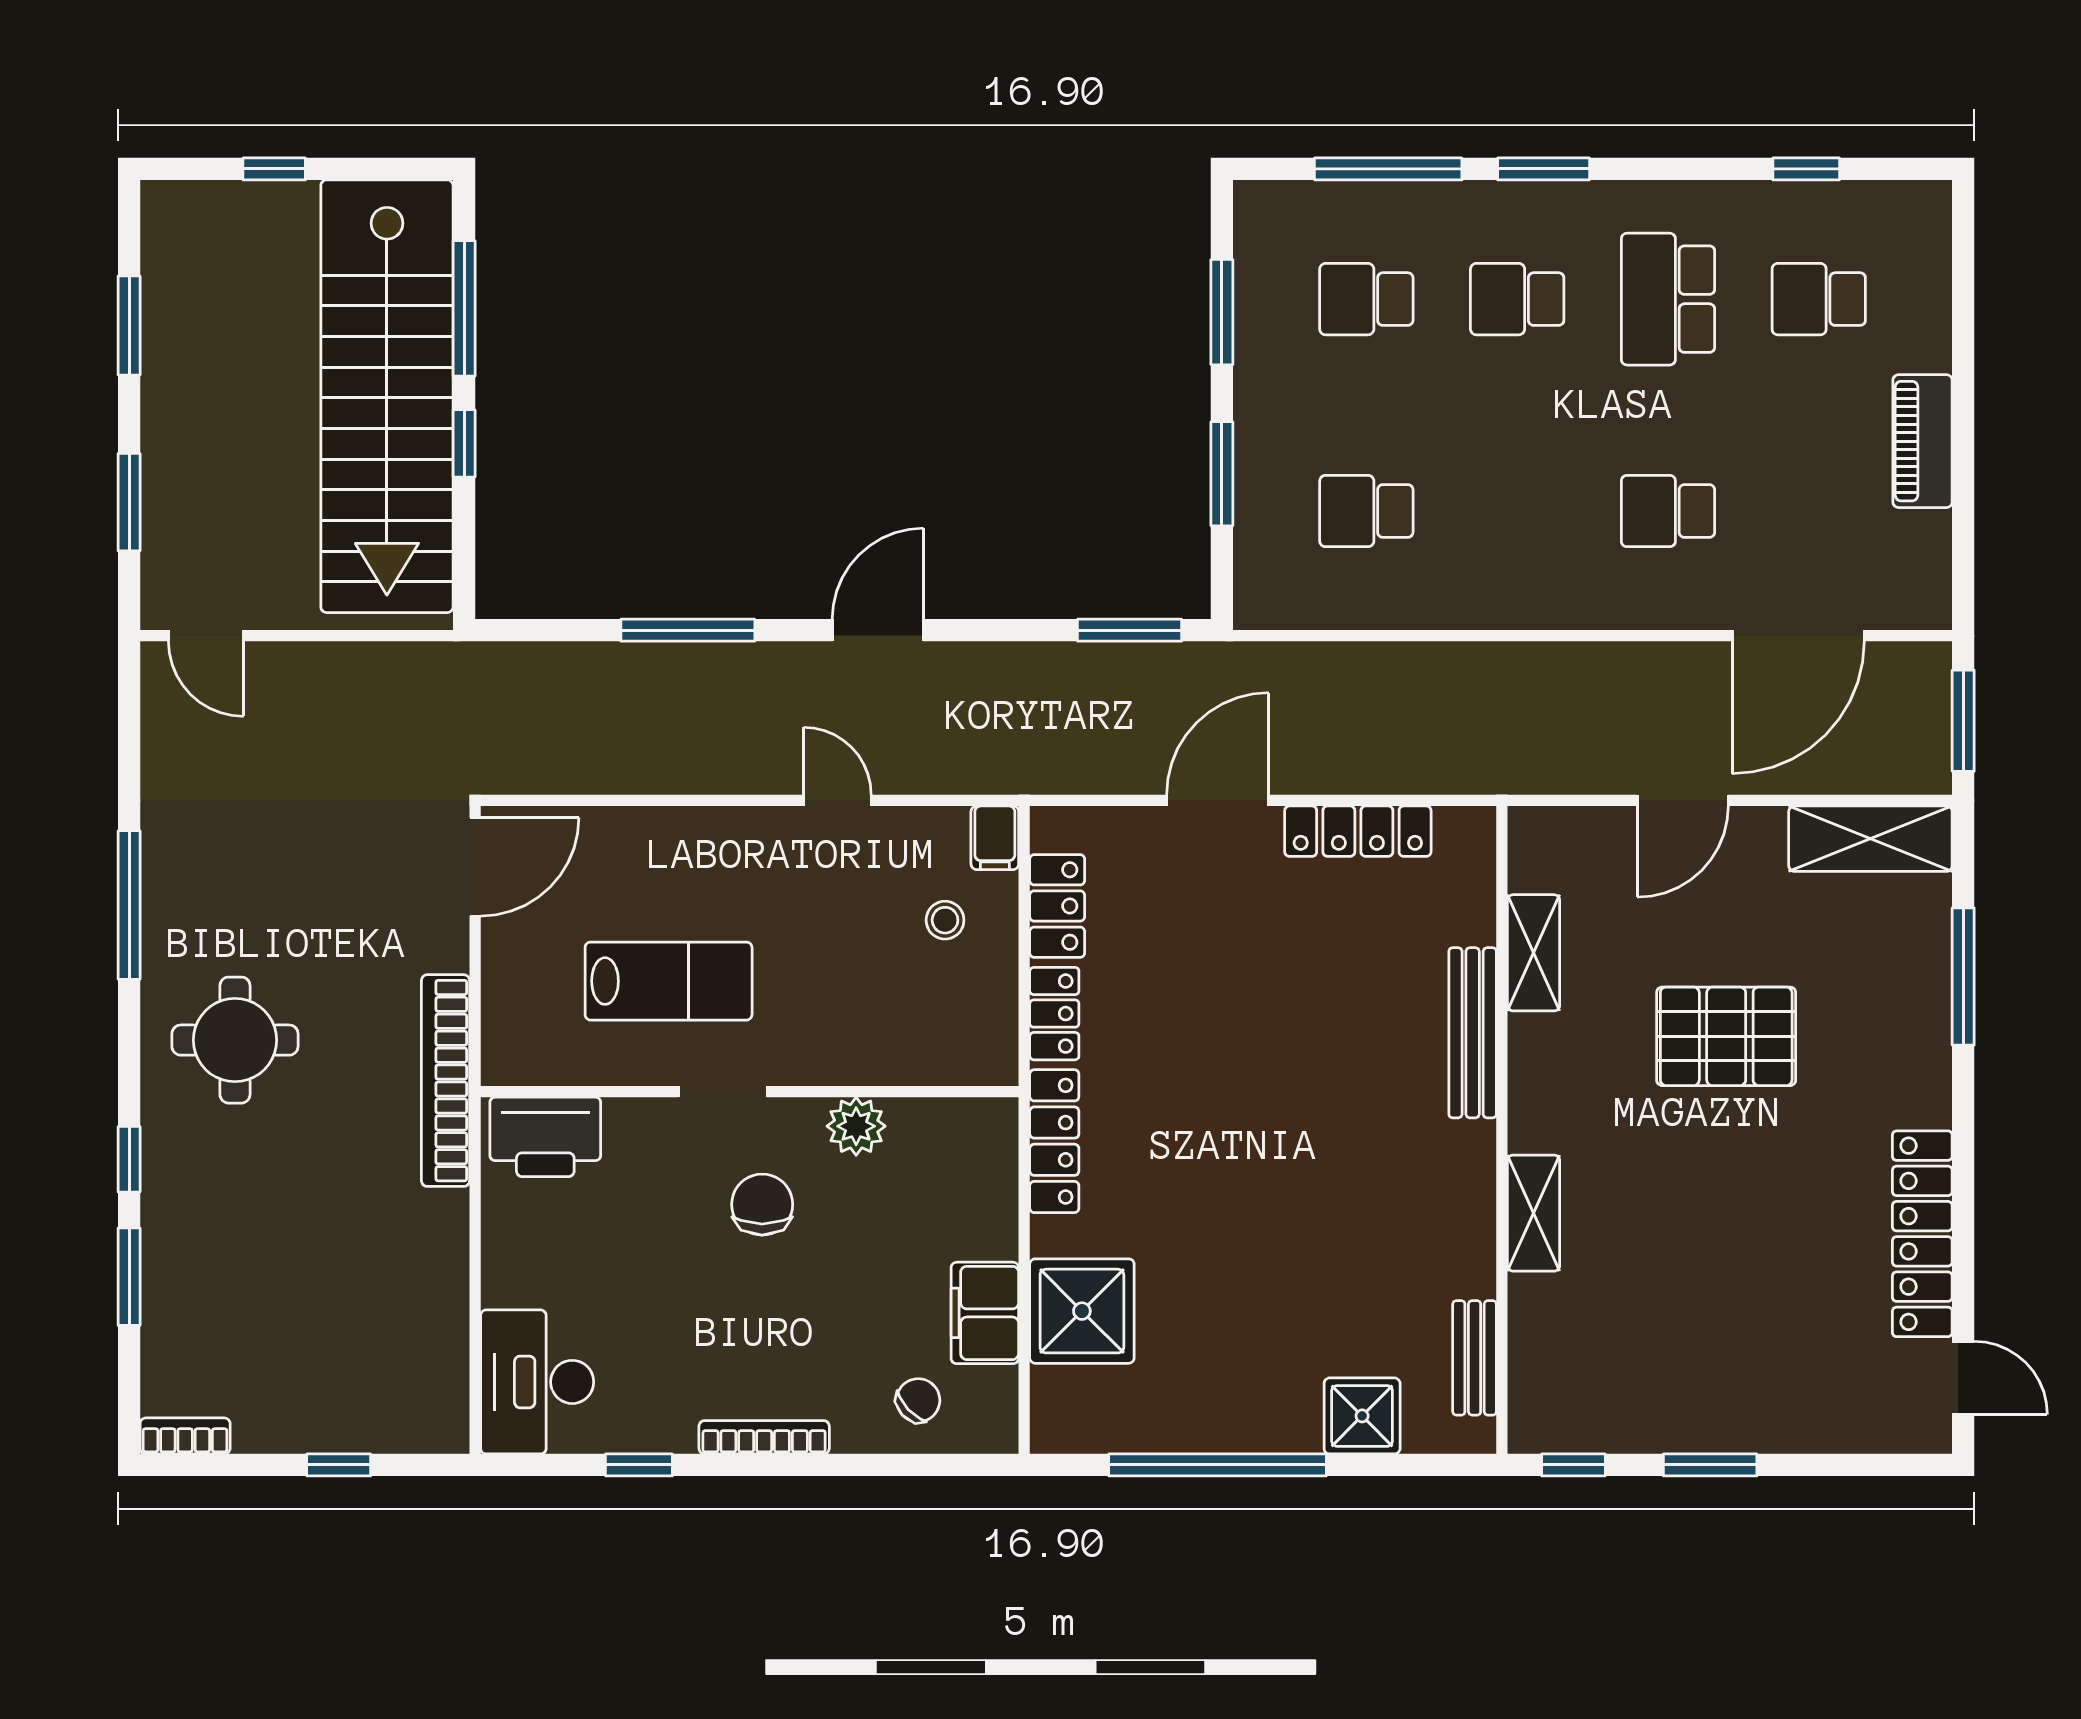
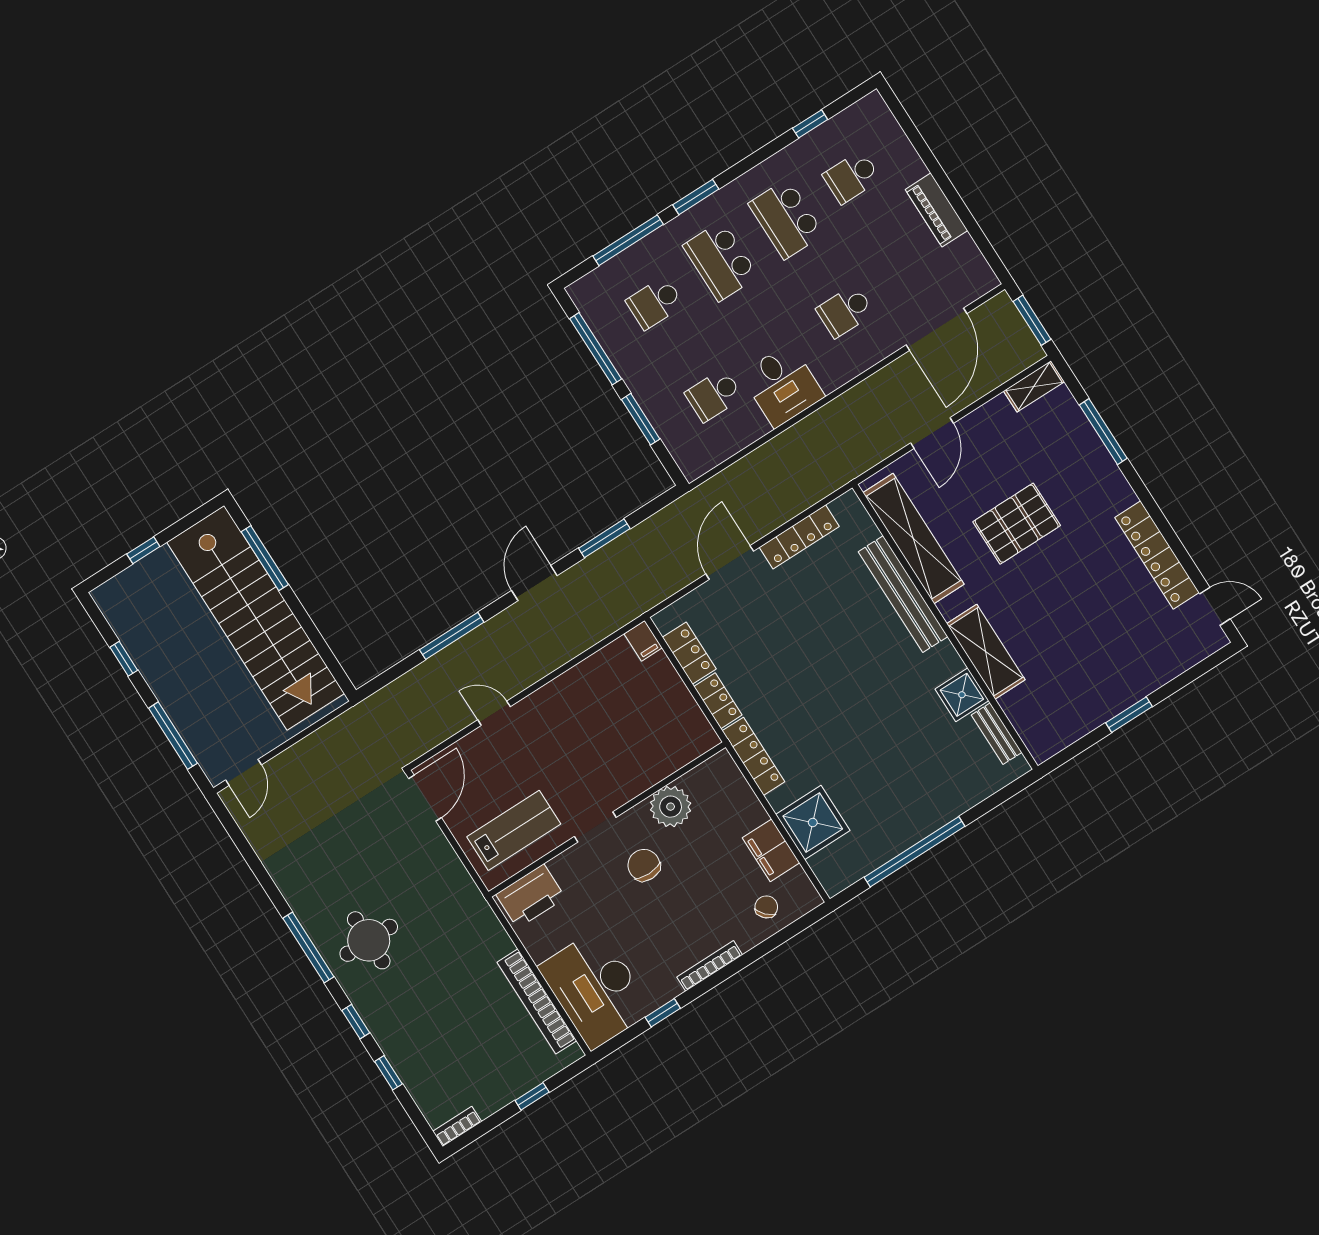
school desk: (1517, 299) -> (720, 261), width x1.85
window: (1222, 312) -> (596, 349), width x1.44
window: (129, 326) -> (124, 659), width x0.67
window: (464, 443) -> (302, 617), removed
window: (129, 502) -> (173, 736), width x1.44
desk: (1488, 566) -> (782, 385), added
window: (1130, 630) -> (604, 538), moved
door: (206, 636) -> (244, 772), hinge flipped
door: (837, 800) -> (494, 713), moved
shelving: (1870, 839) -> (1034, 386), width x0.67, depth x0.75
window: (129, 905) -> (308, 947), moved
stool: (945, 920) -> (644, 690), removed
shelving: (1534, 953) -> (913, 538), width x2.20, depth x1.33
lab bench: (669, 981) -> (514, 830), moved
bench: (1473, 1033) -> (903, 594), width x1.37, depth x1.21
bookcase: (446, 1081) -> (537, 1001), moved
plant: (856, 1126) -> (671, 807), width x1.36, depth x1.36
shelving: (1534, 1213) -> (986, 652), width x1.50, depth x1.33
window: (129, 1277) -> (388, 1073), width x0.67
desk: (537, 1382) -> (595, 989), width x1.36, depth x1.30
shower: (1362, 1416) -> (962, 695), moved
window: (1573, 1465) -> (1069, 753), removed

